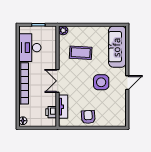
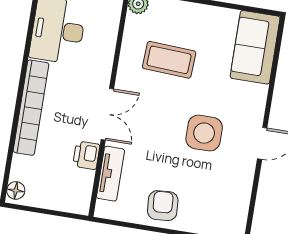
sofa: (117, 47) -> (255, 47), width x0.73
double door: (58, 81) -> (107, 114), swing flipped
printer: (51, 112) -> (86, 155), moved

